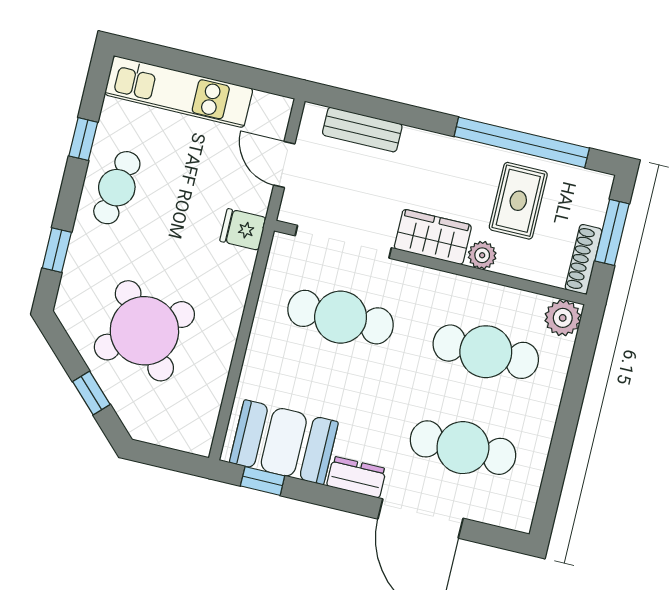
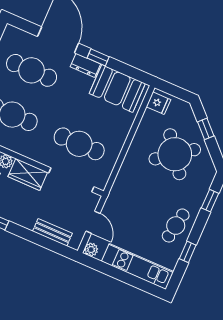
plant: (278, 109) -> (91, 250), added
fridge: (243, 229) -> (158, 103), moved
window: (263, 481) -> (98, 57), moved

